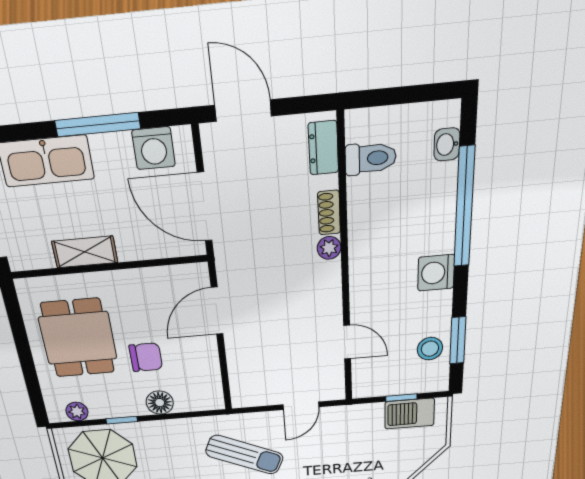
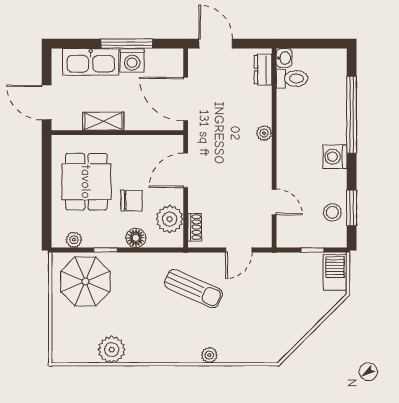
washbasin: (447, 144) -> (284, 58), moved, turned 180
washing machine: (154, 148) -> (132, 60), moved
shoe rack: (329, 213) -> (195, 227), moved, turned 180
plant: (202, 376) -> (170, 219), added
barbecue: (410, 414) -> (335, 272), moved, turned 90

